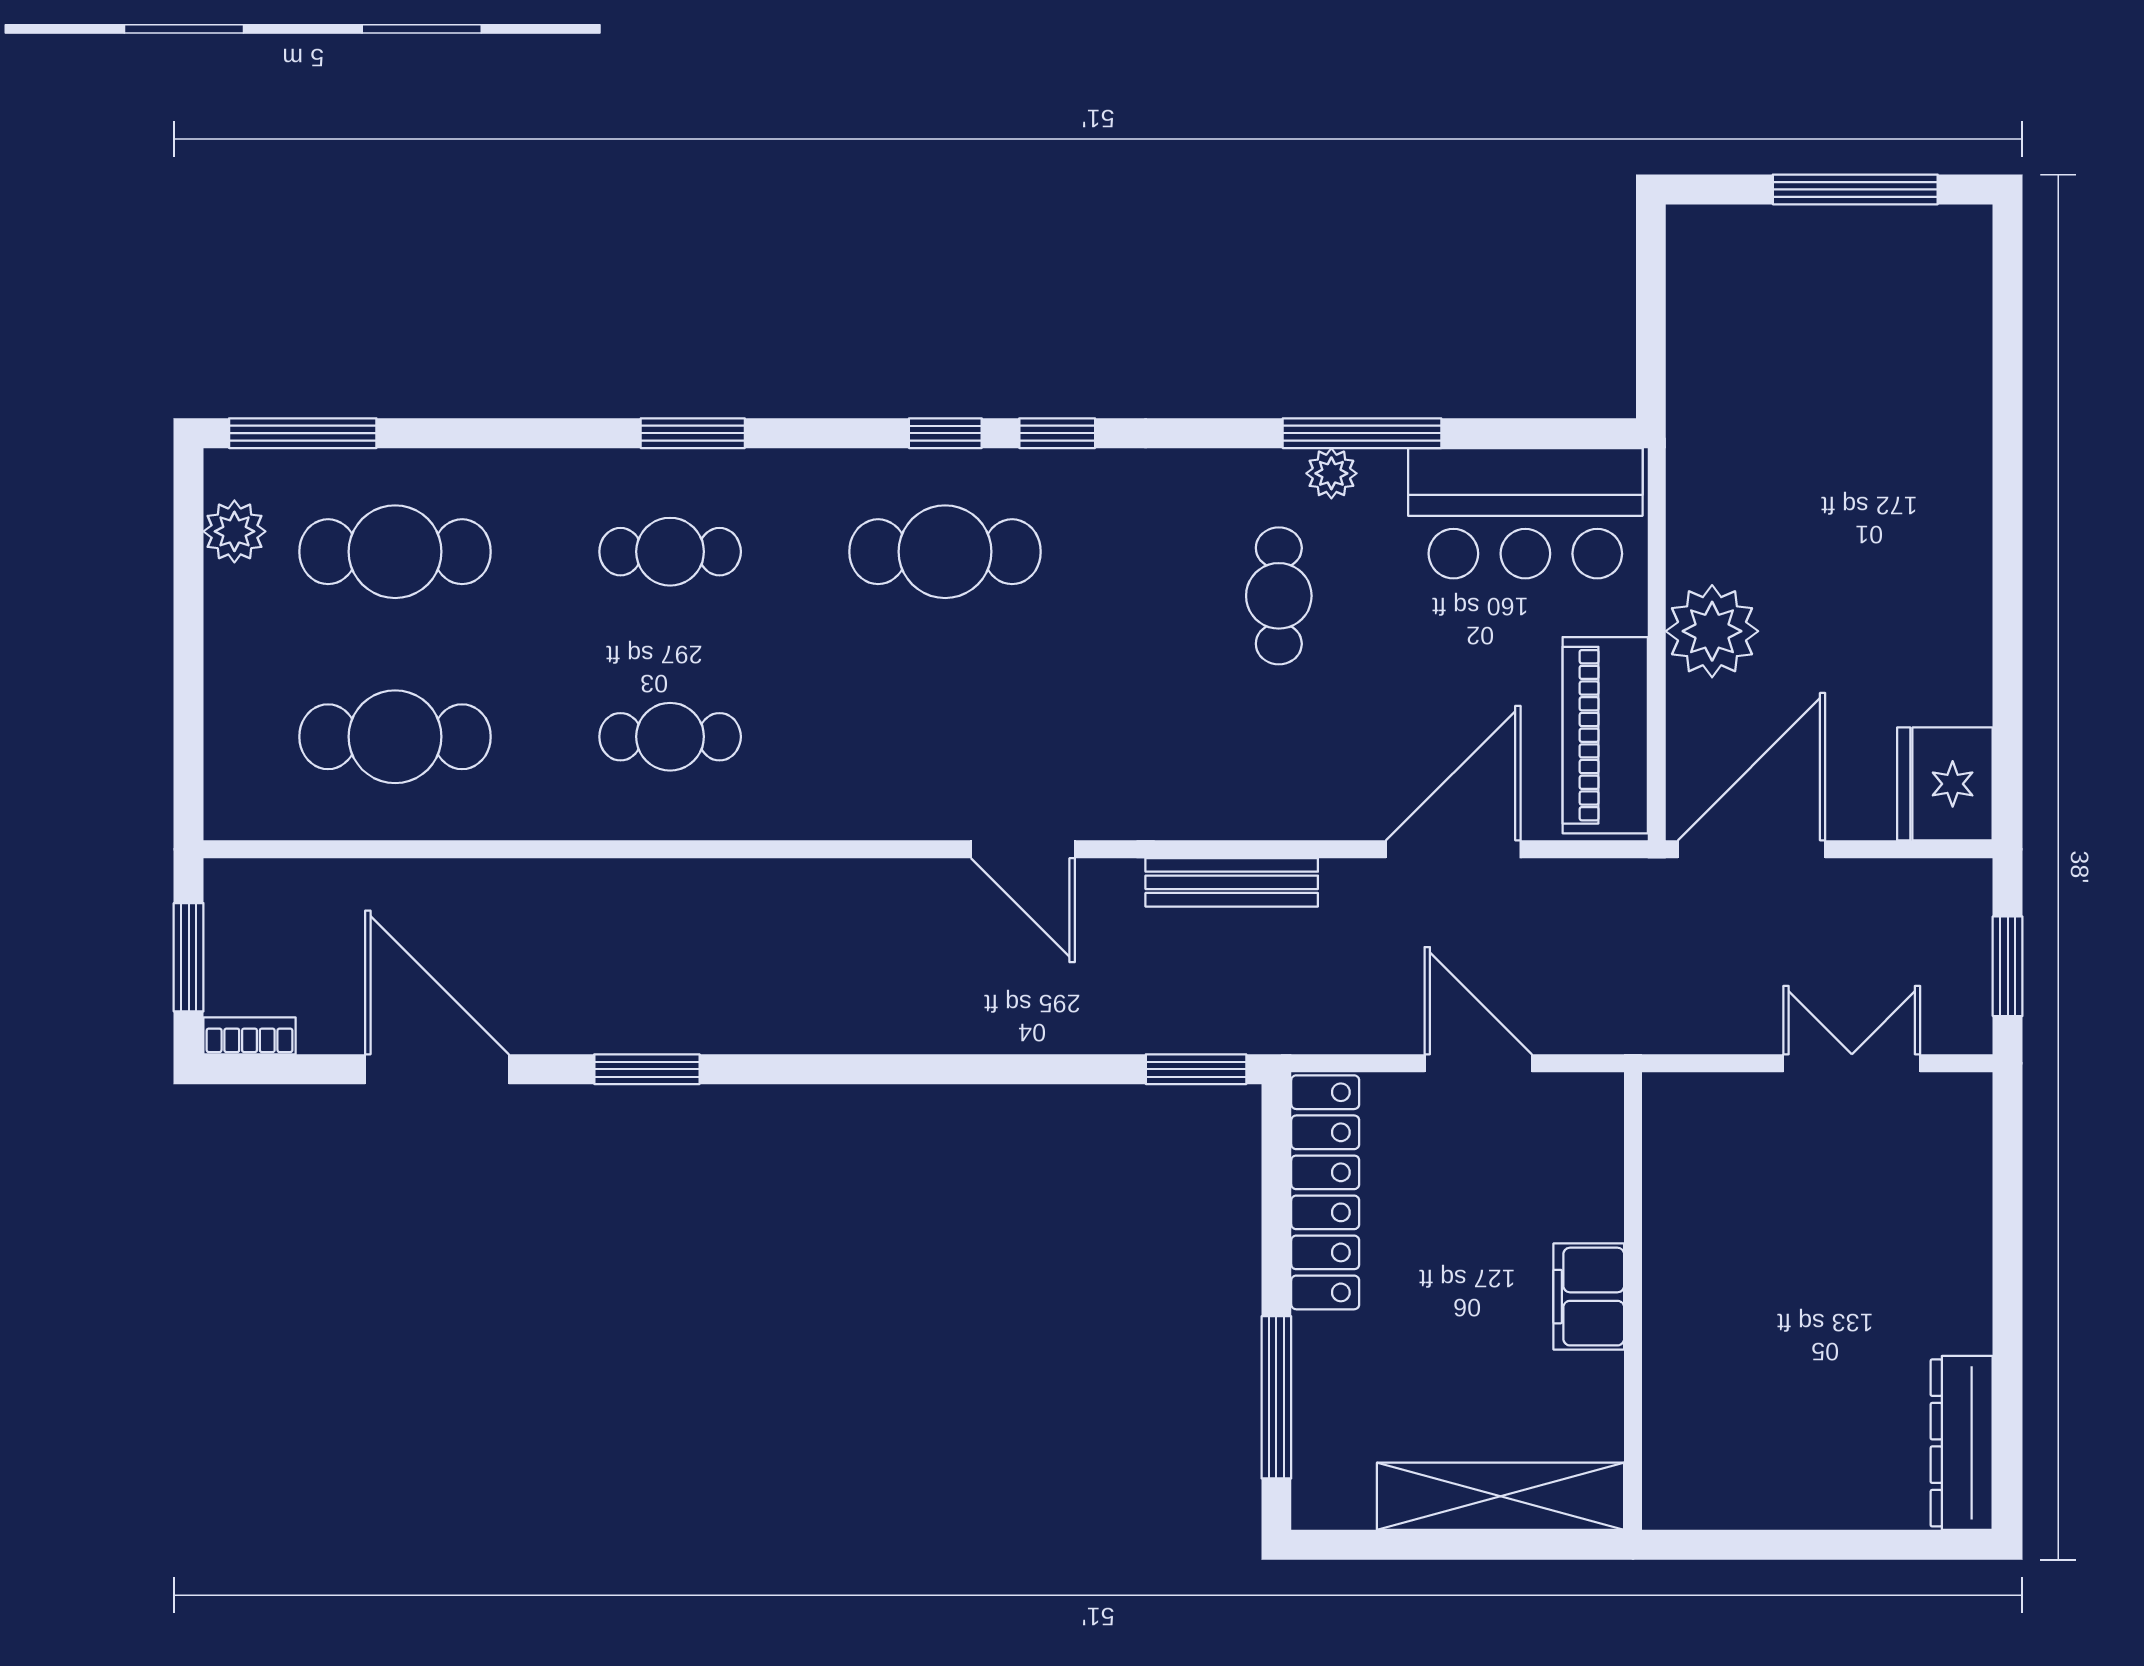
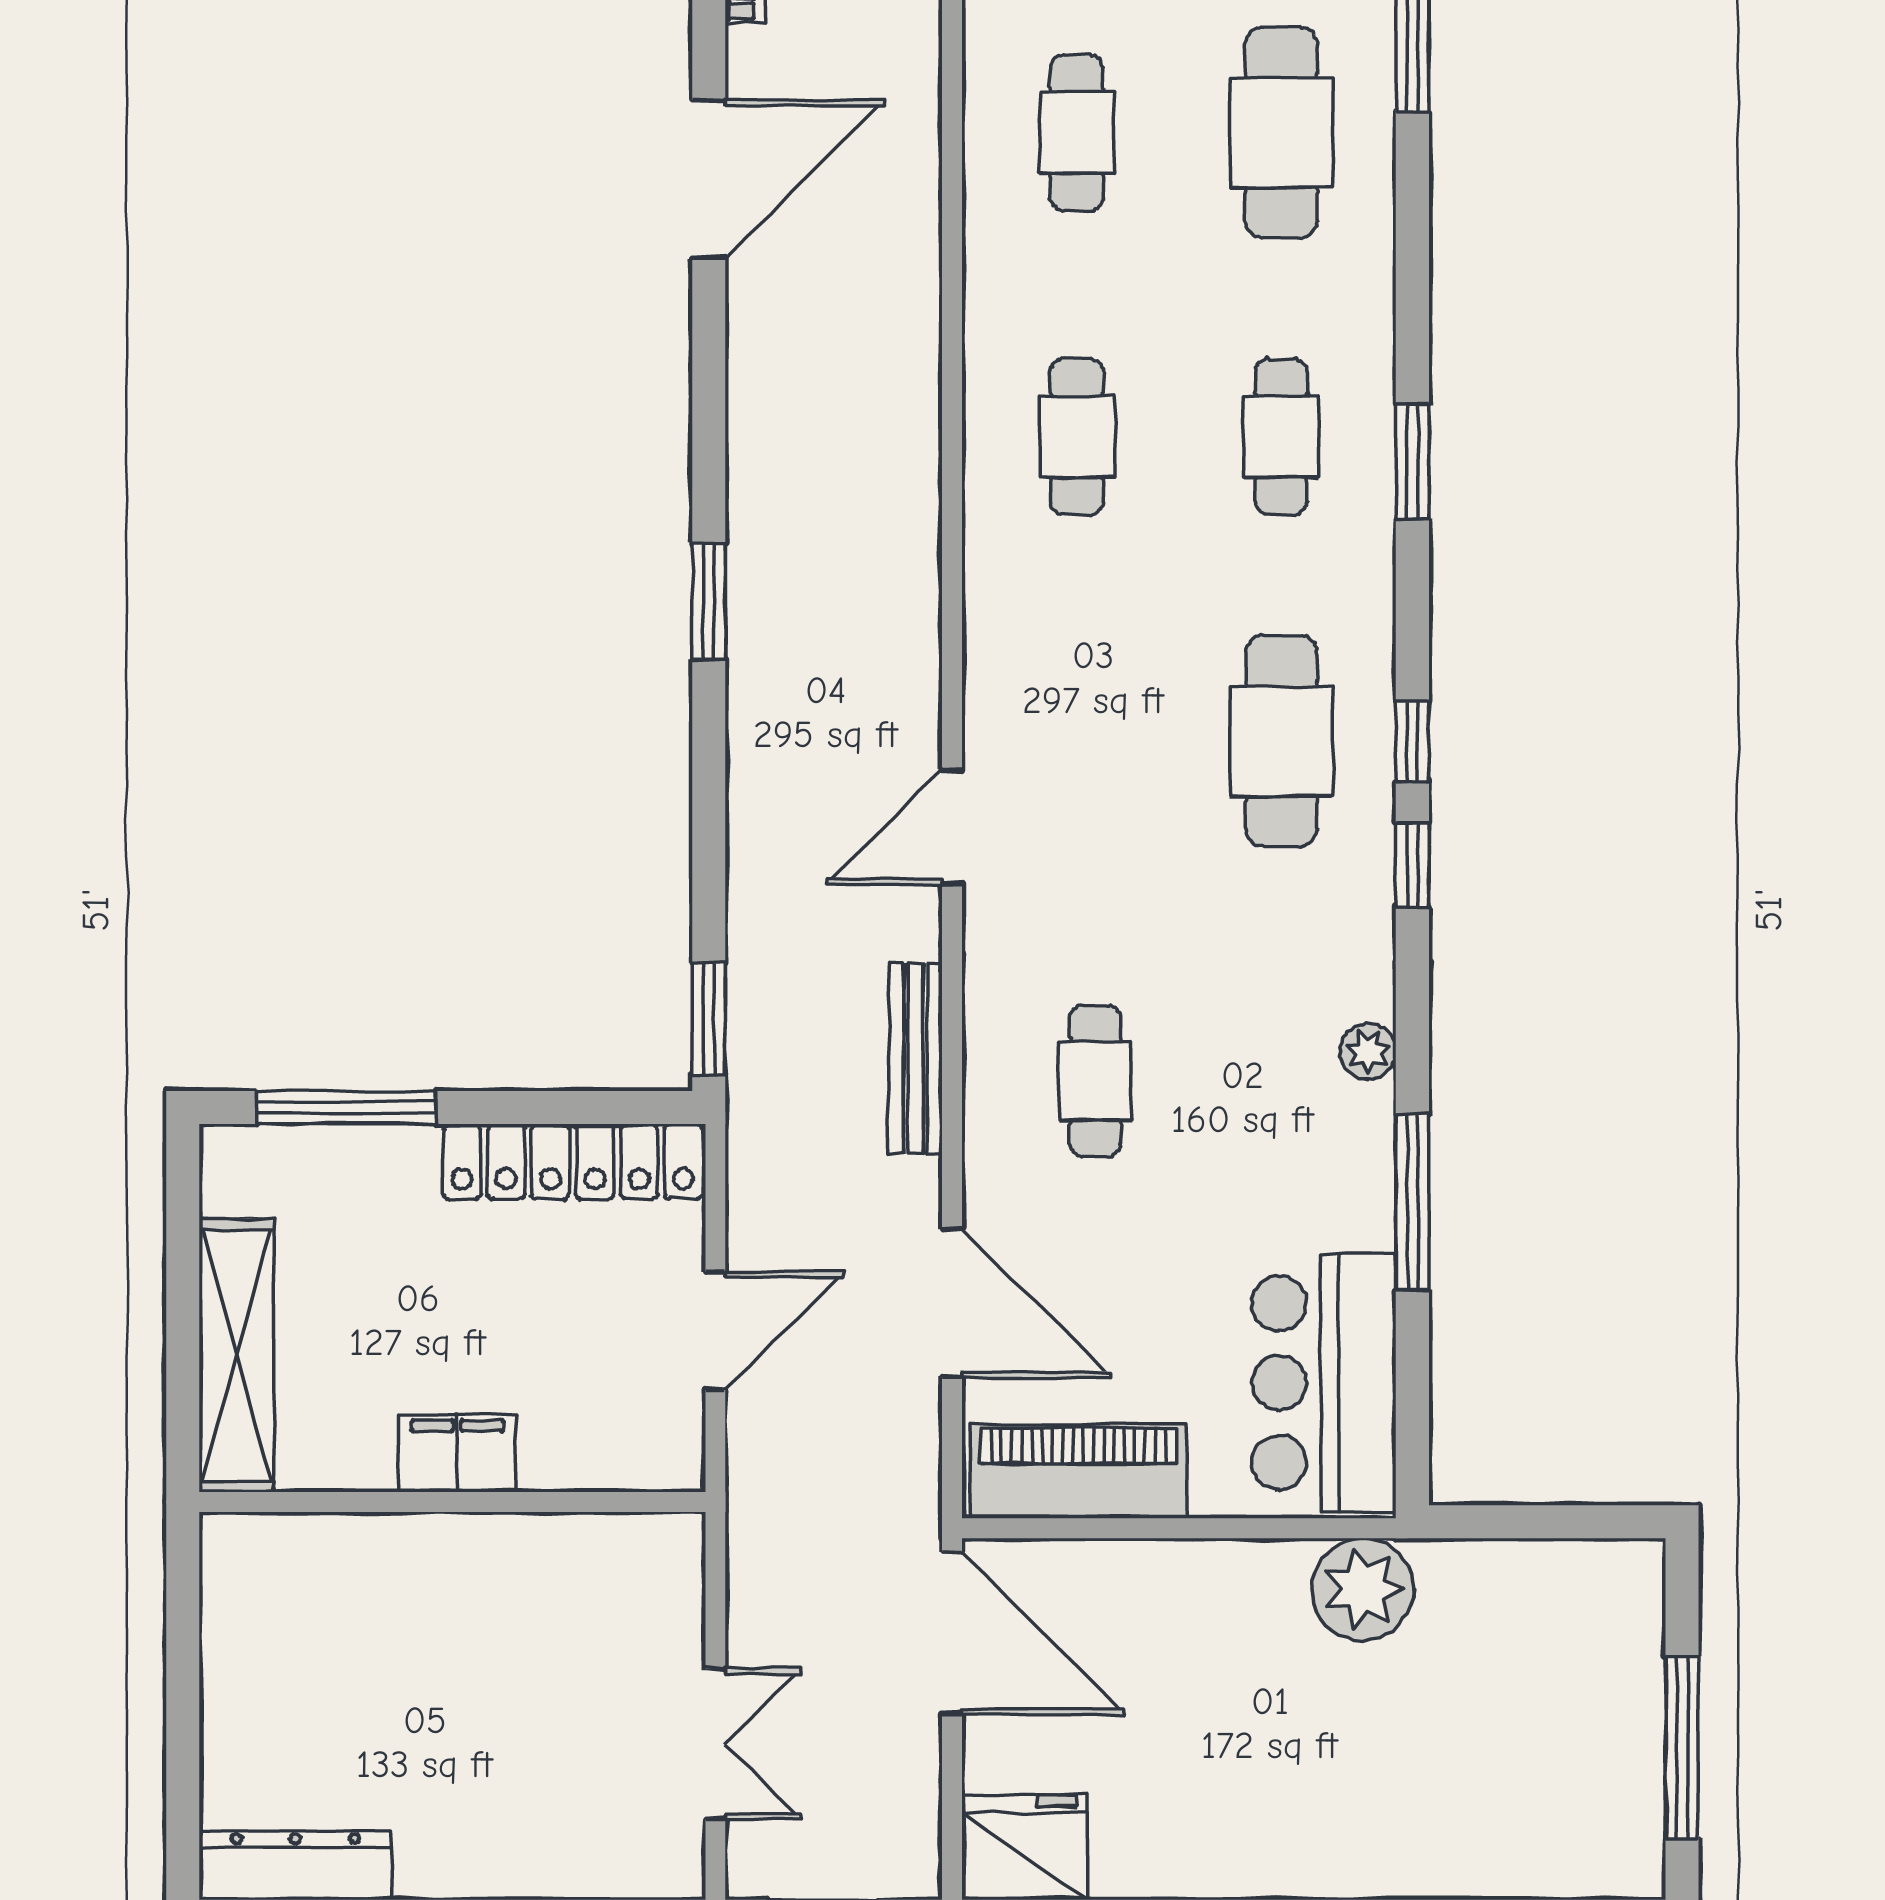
plant: (1331, 473) -> (1368, 1051), moved
cafe table: (1279, 596) -> (1095, 1081), moved, turned 90
plant: (1712, 631) -> (1363, 1589), moved
cafe table: (395, 737) -> (1077, 133), width x0.73, depth x0.74
window: (647, 1069) -> (709, 602), moved

